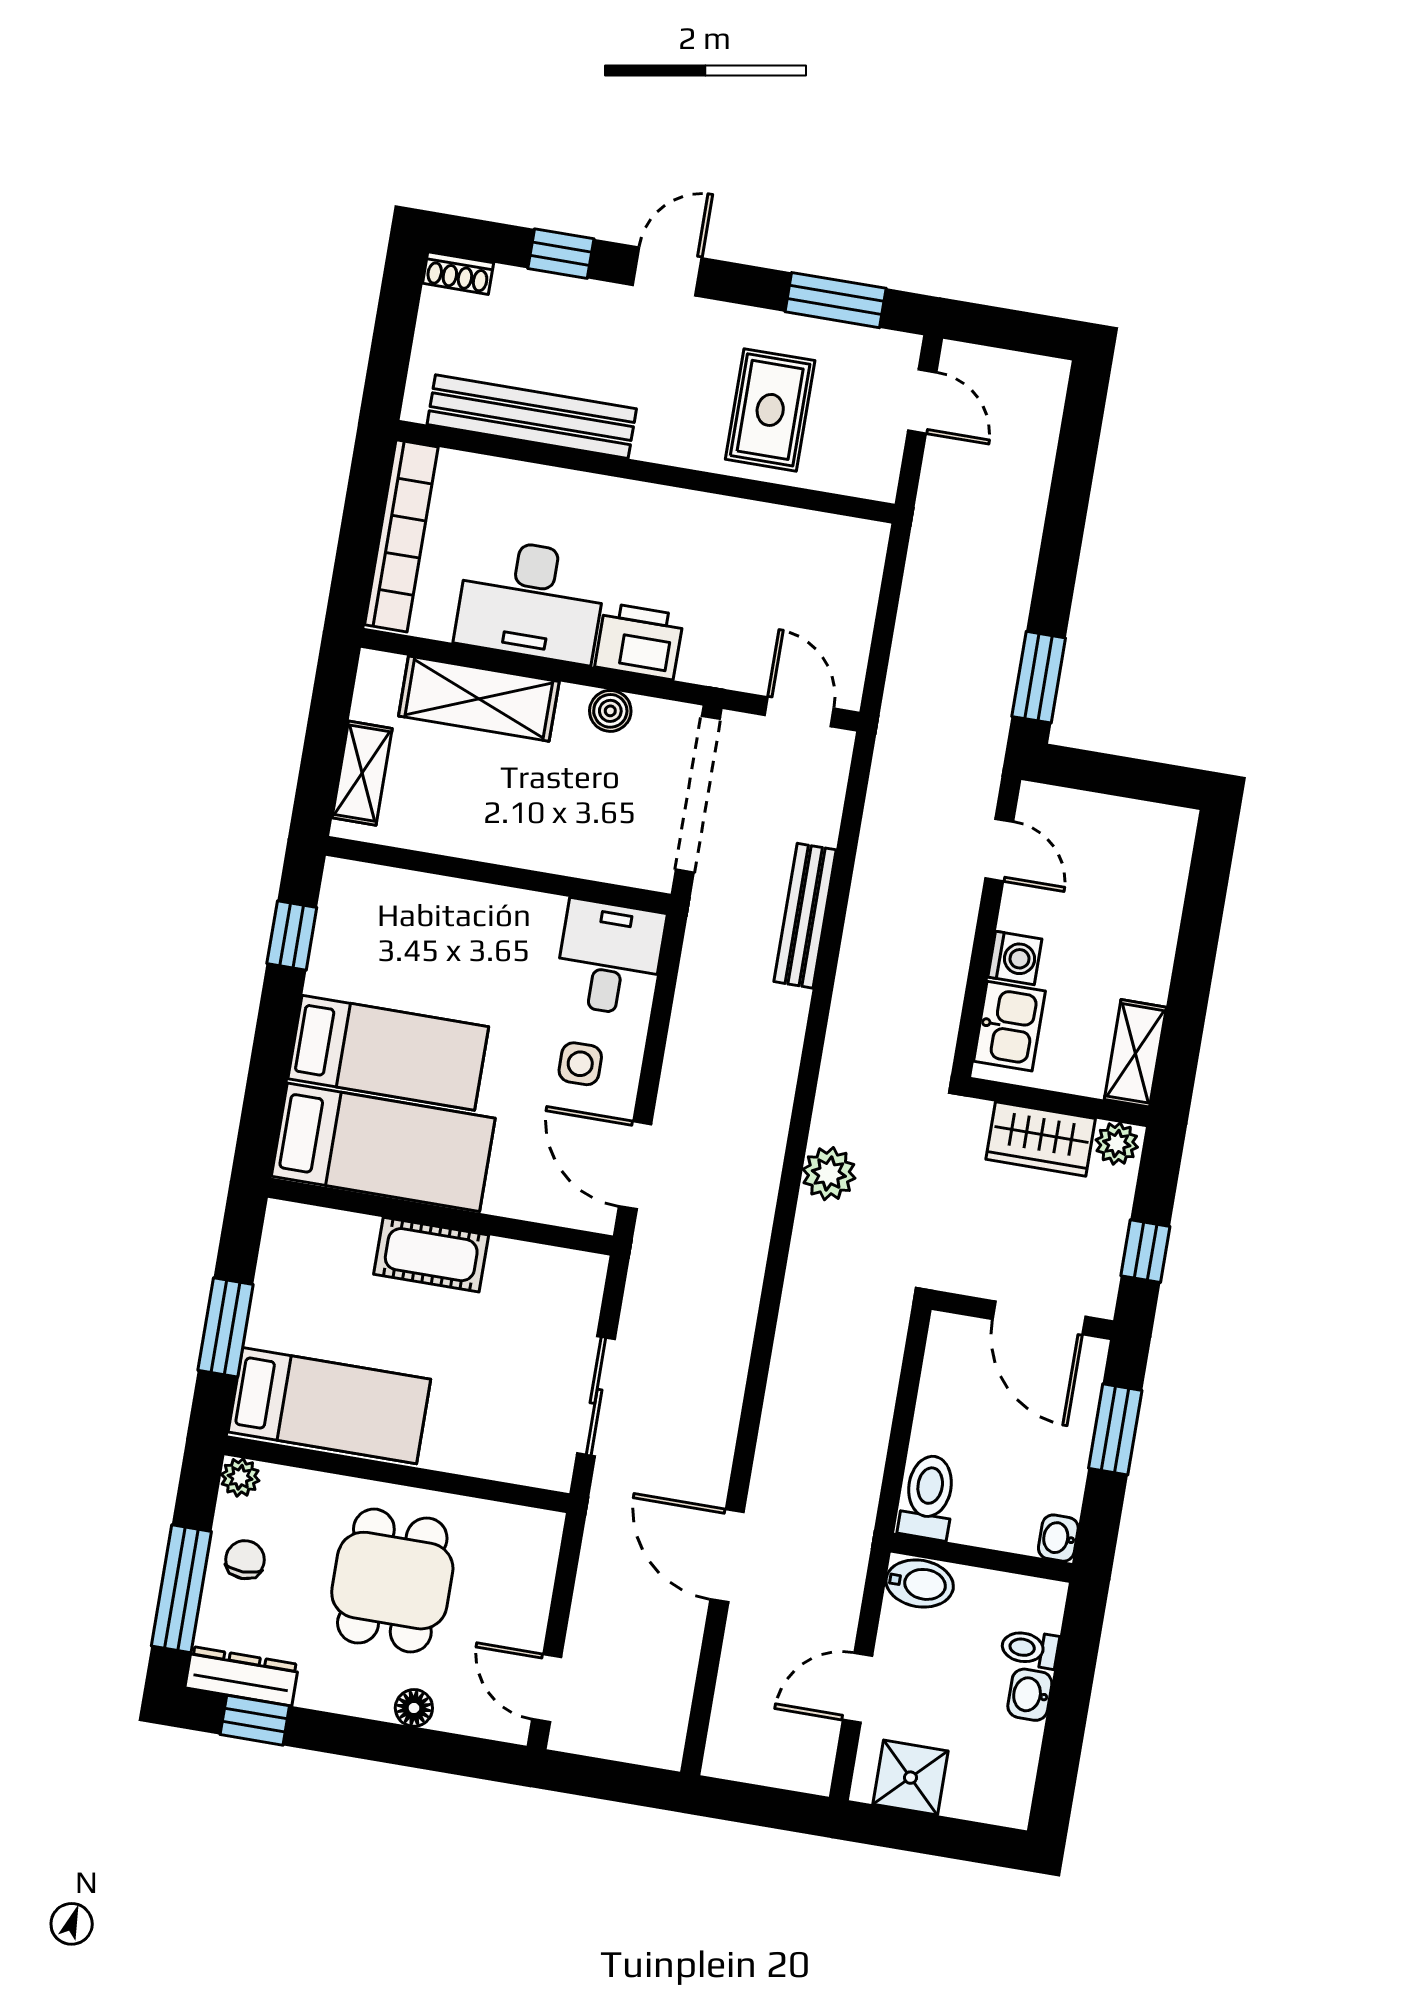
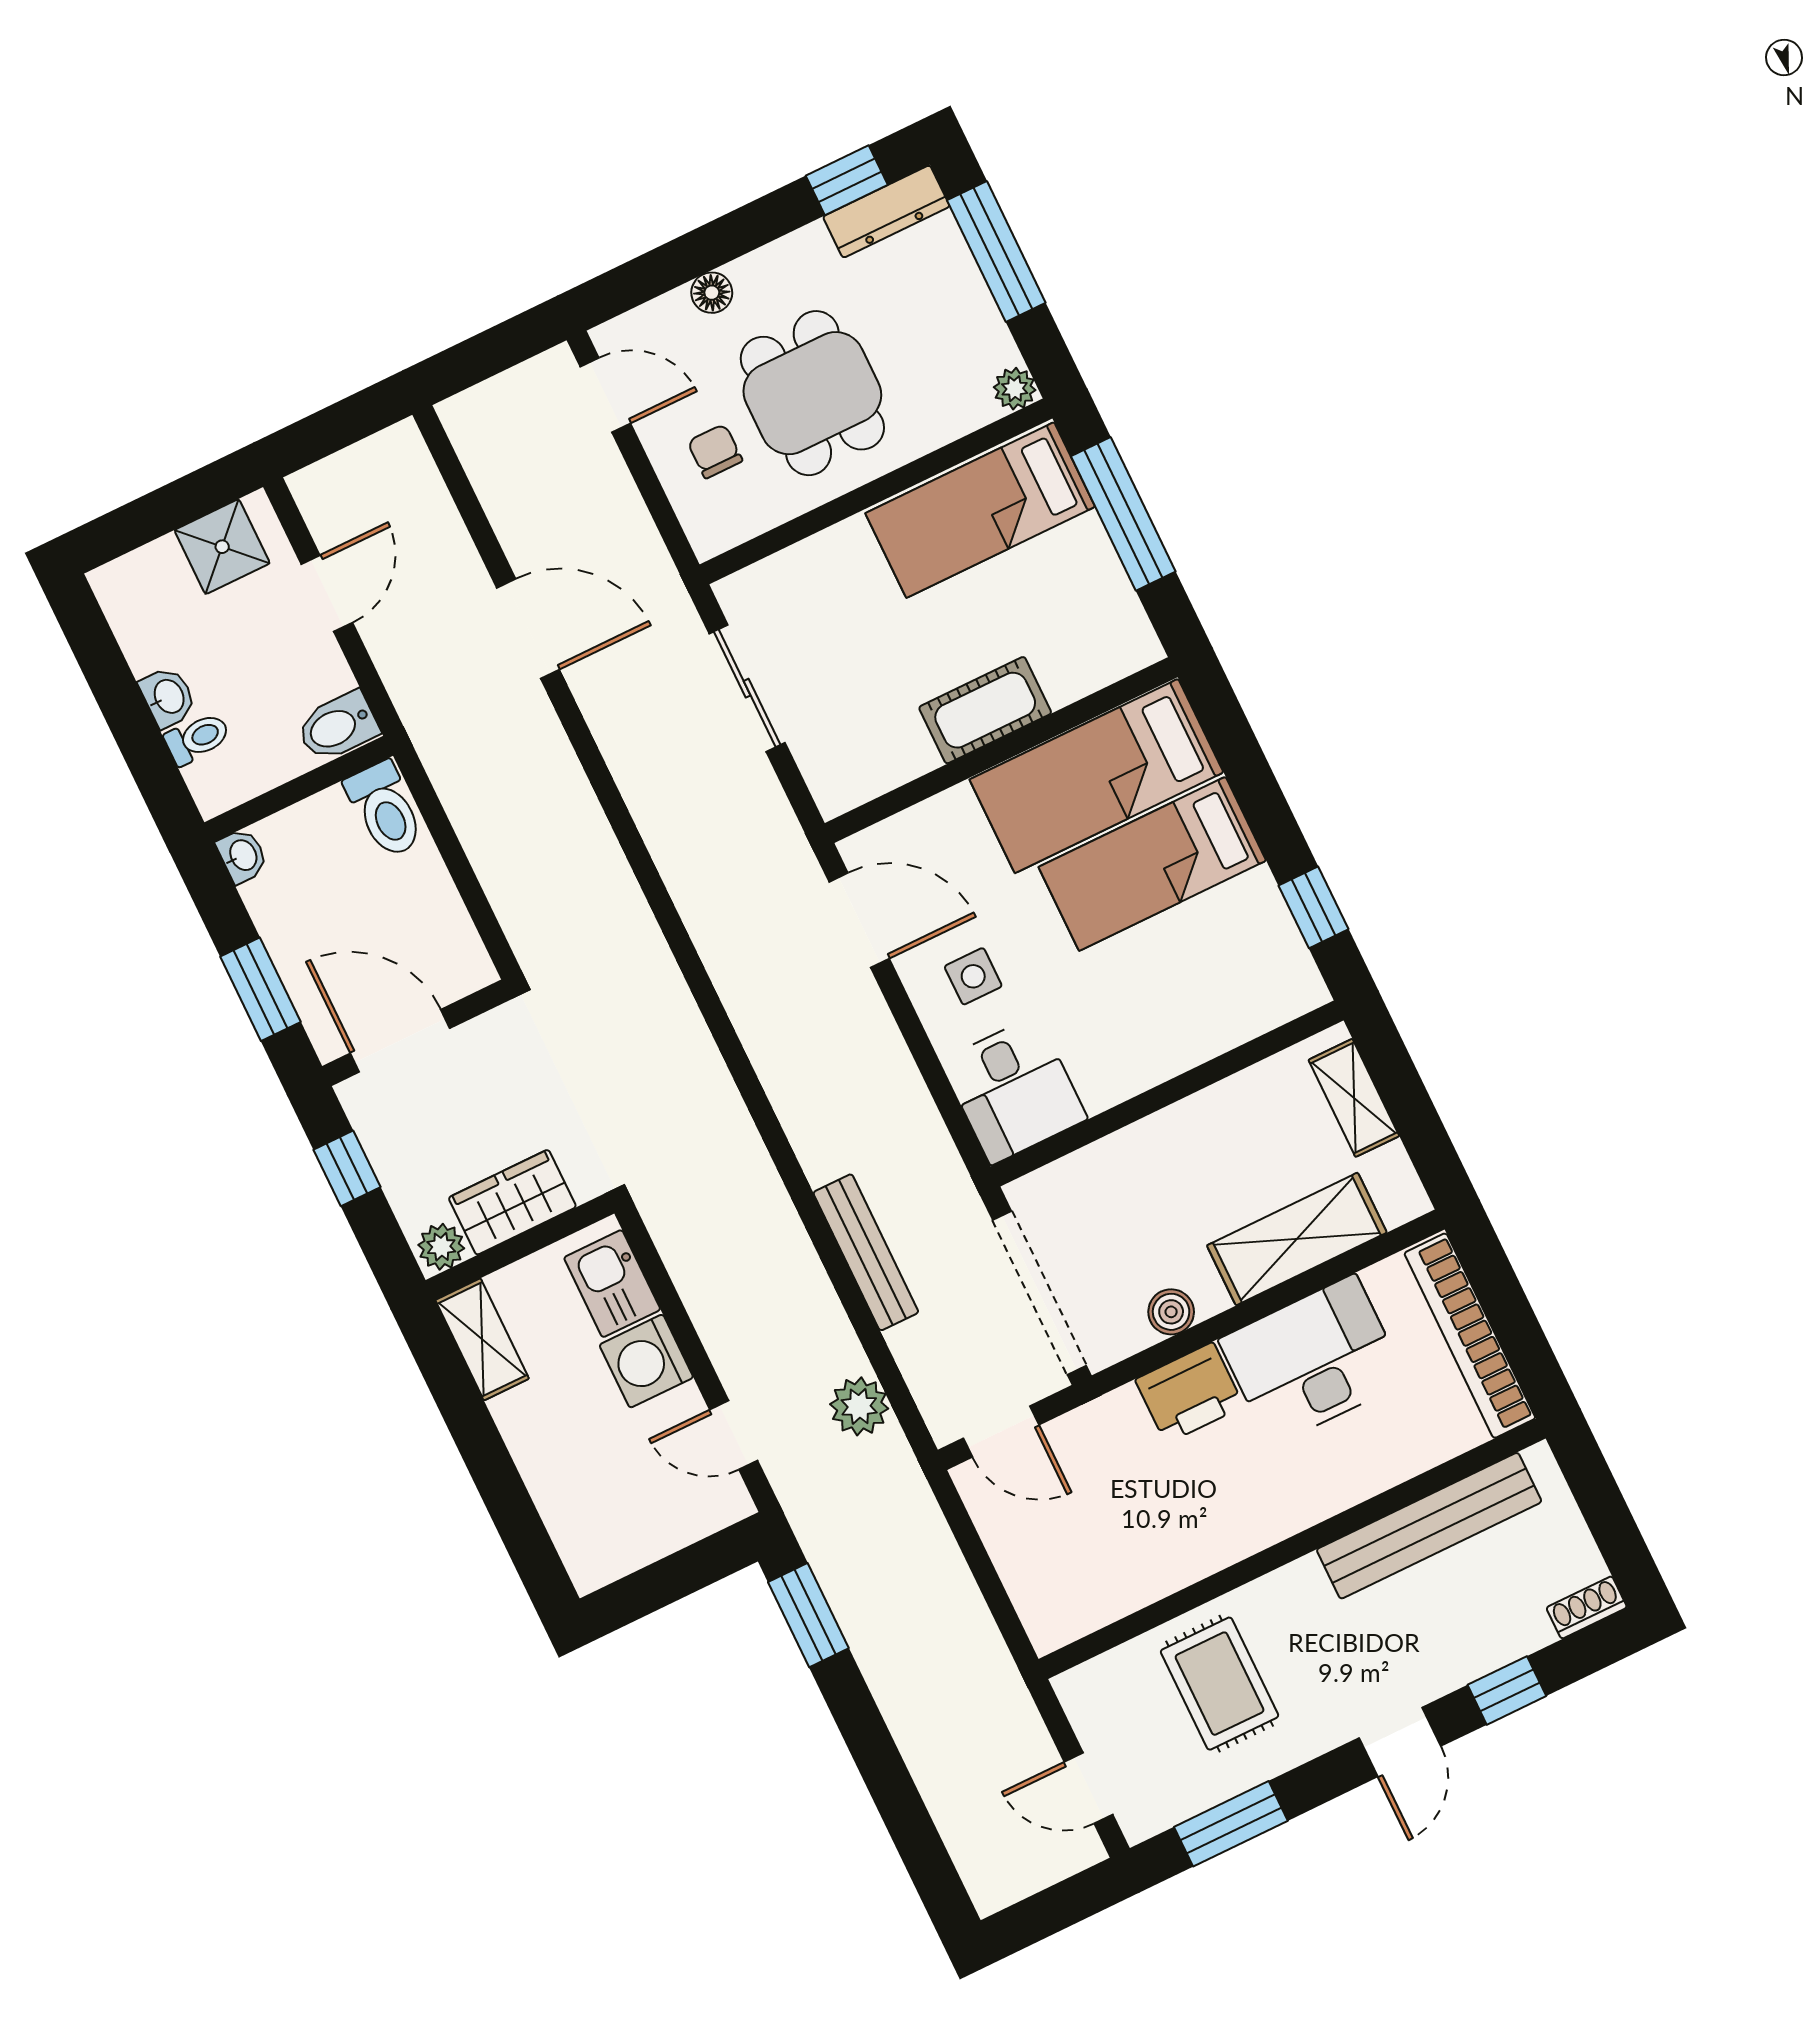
washing machine: (1015, 958) -> (646, 1361), width x1.38, depth x1.38
plant: (829, 1174) -> (859, 1406), moved
window: (226, 1327) -> (1123, 514), width x1.44
chair: (245, 1560) -> (715, 451), moved, turned 180

